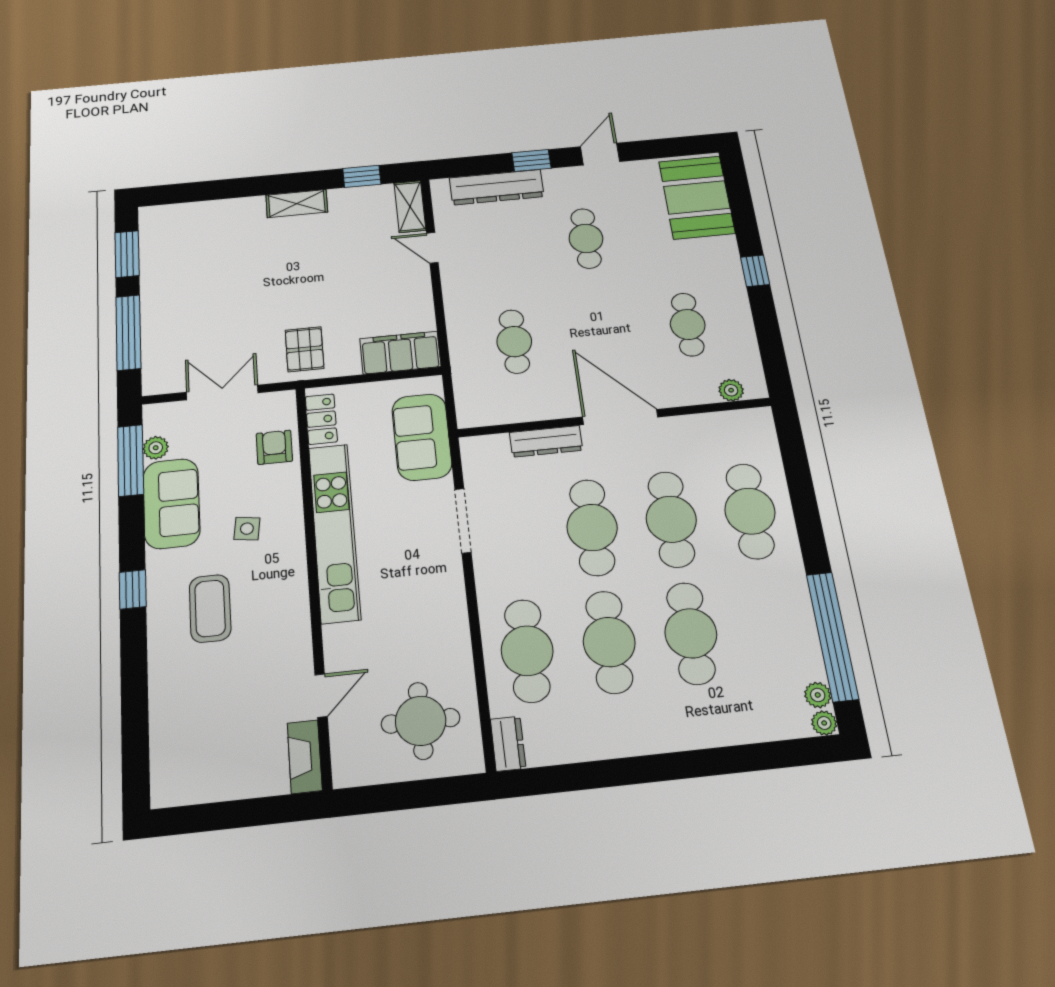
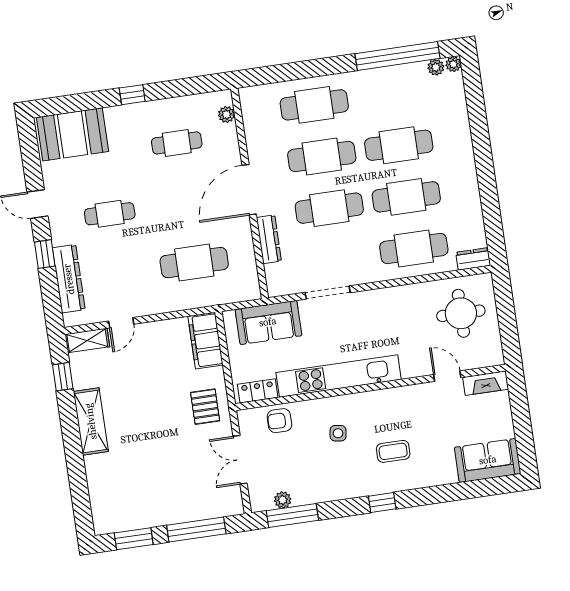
shelving: (297, 204) -> (91, 421), width x1.50, depth x1.33
cafe table: (514, 342) -> (194, 263), width x1.37, depth x1.35
pallet: (305, 349) -> (205, 407), turned 90
sofa: (171, 503) -> (488, 460), moved
coffee table: (210, 608) -> (393, 451), width x0.73, depth x0.77

